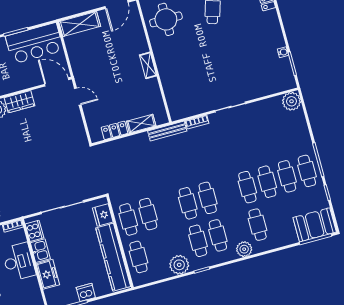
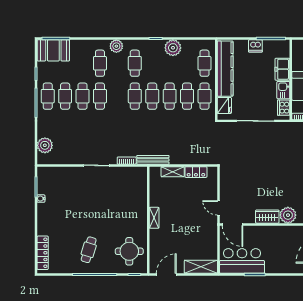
plant: (292, 101) -> (45, 145), moved
cafe table: (198, 241) -> (170, 96), moved

